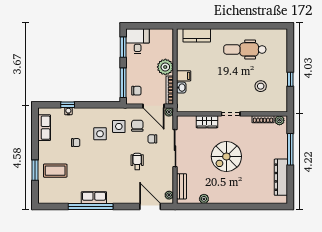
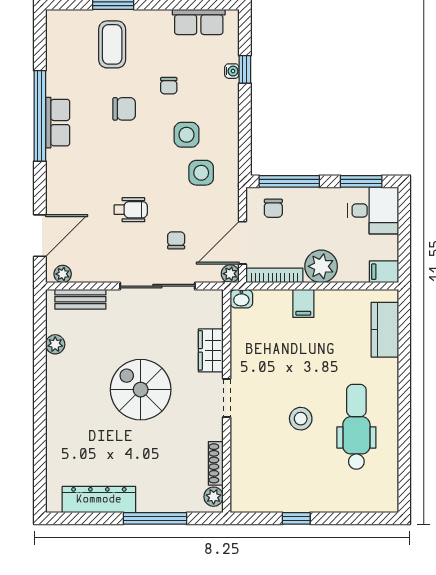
filing cabinet: (168, 36) -> (384, 272), added
stool: (261, 86) -> (301, 419), moved
washbasin: (181, 88) -> (241, 299), moved
chair: (137, 126) -> (124, 109), moved

